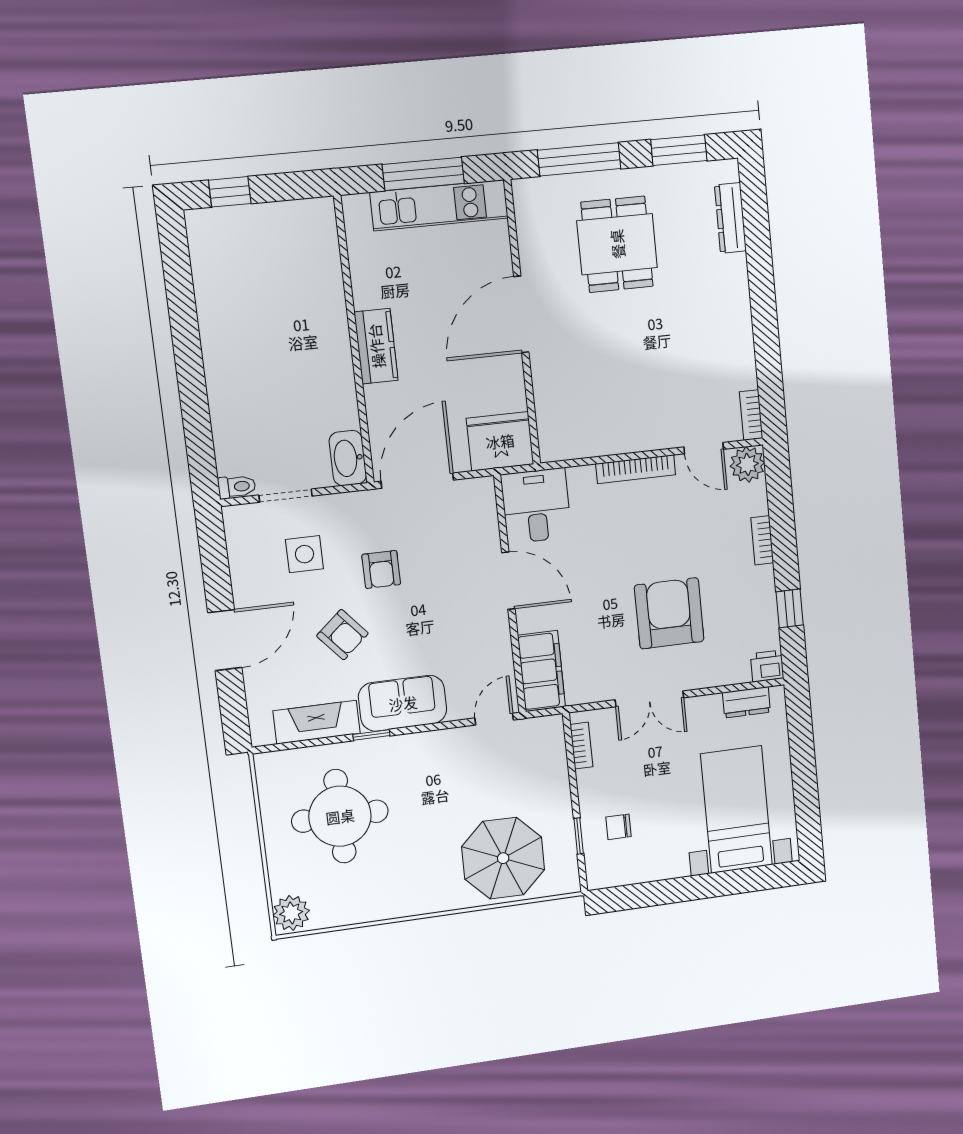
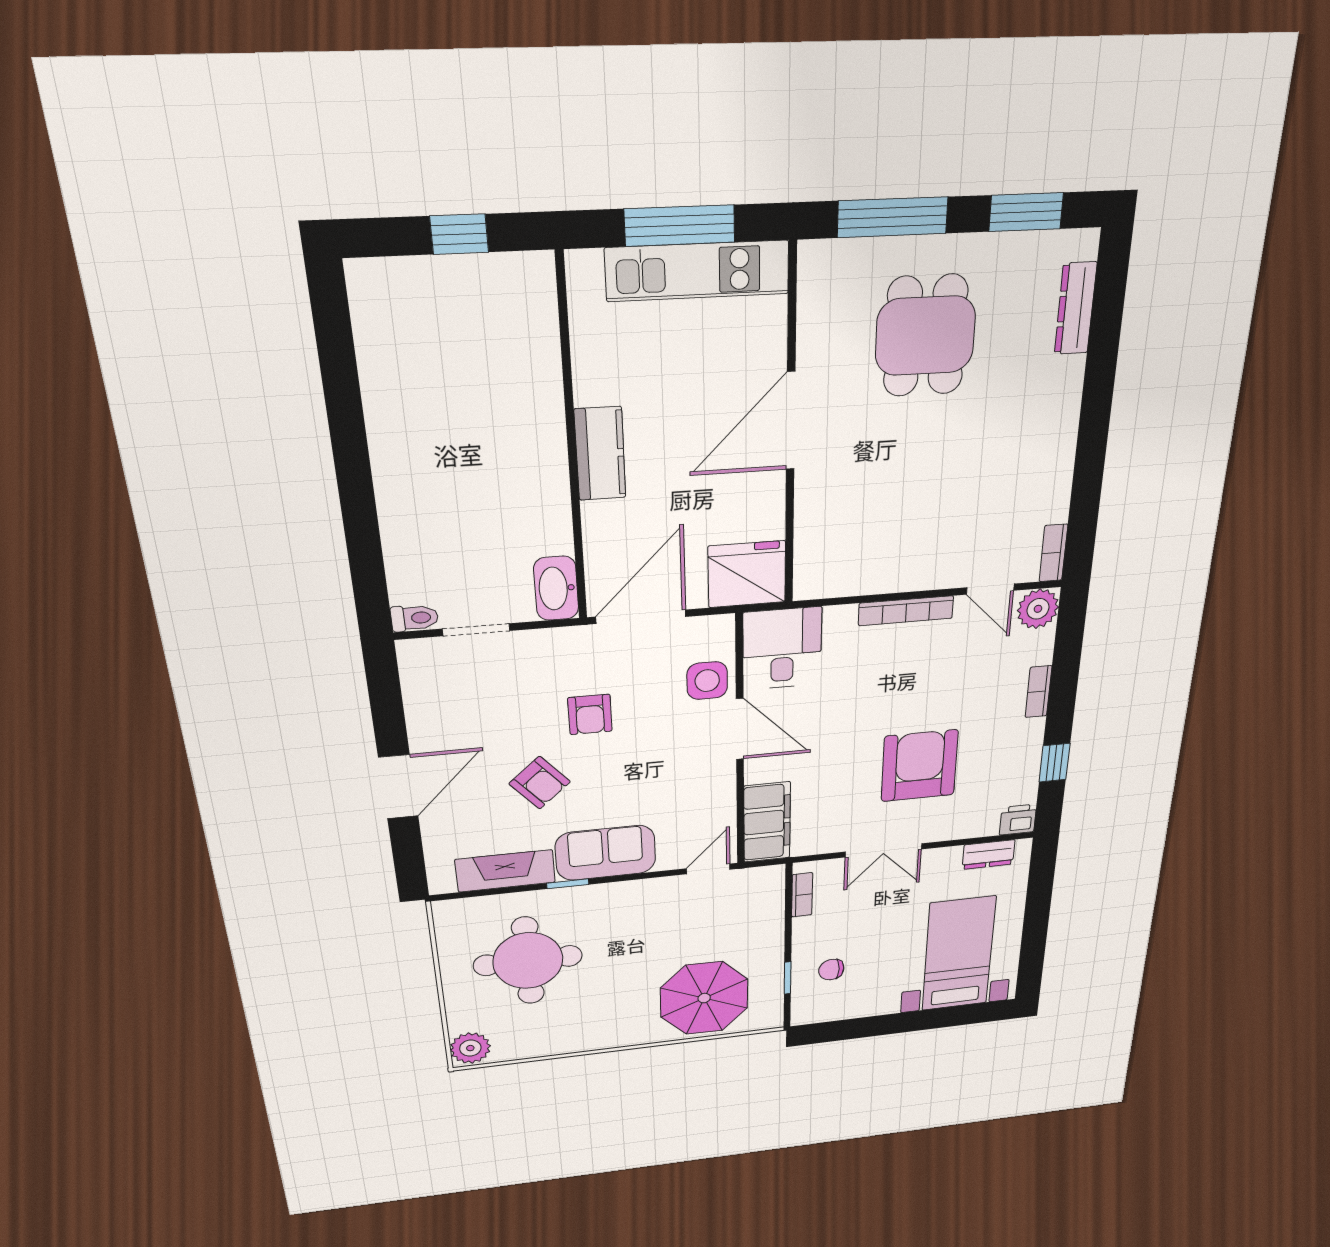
window: (230, 192) -> (459, 234), moved
side table: (304, 554) -> (707, 681), moved

